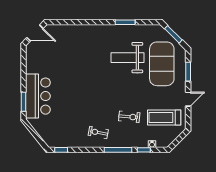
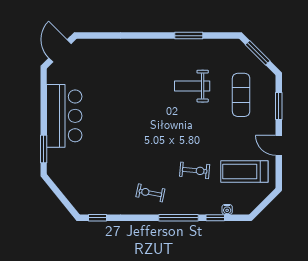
door: (35, 33) -> (60, 51), swing flipped
weight bench: (127, 58) -> (192, 86), width x0.73, depth x0.75
exercise mat: (162, 64) -> (241, 95), width x0.50, depth x0.69
bar counter: (38, 96) -> (64, 116), moved
door: (188, 99) -> (279, 145), swing flipped

